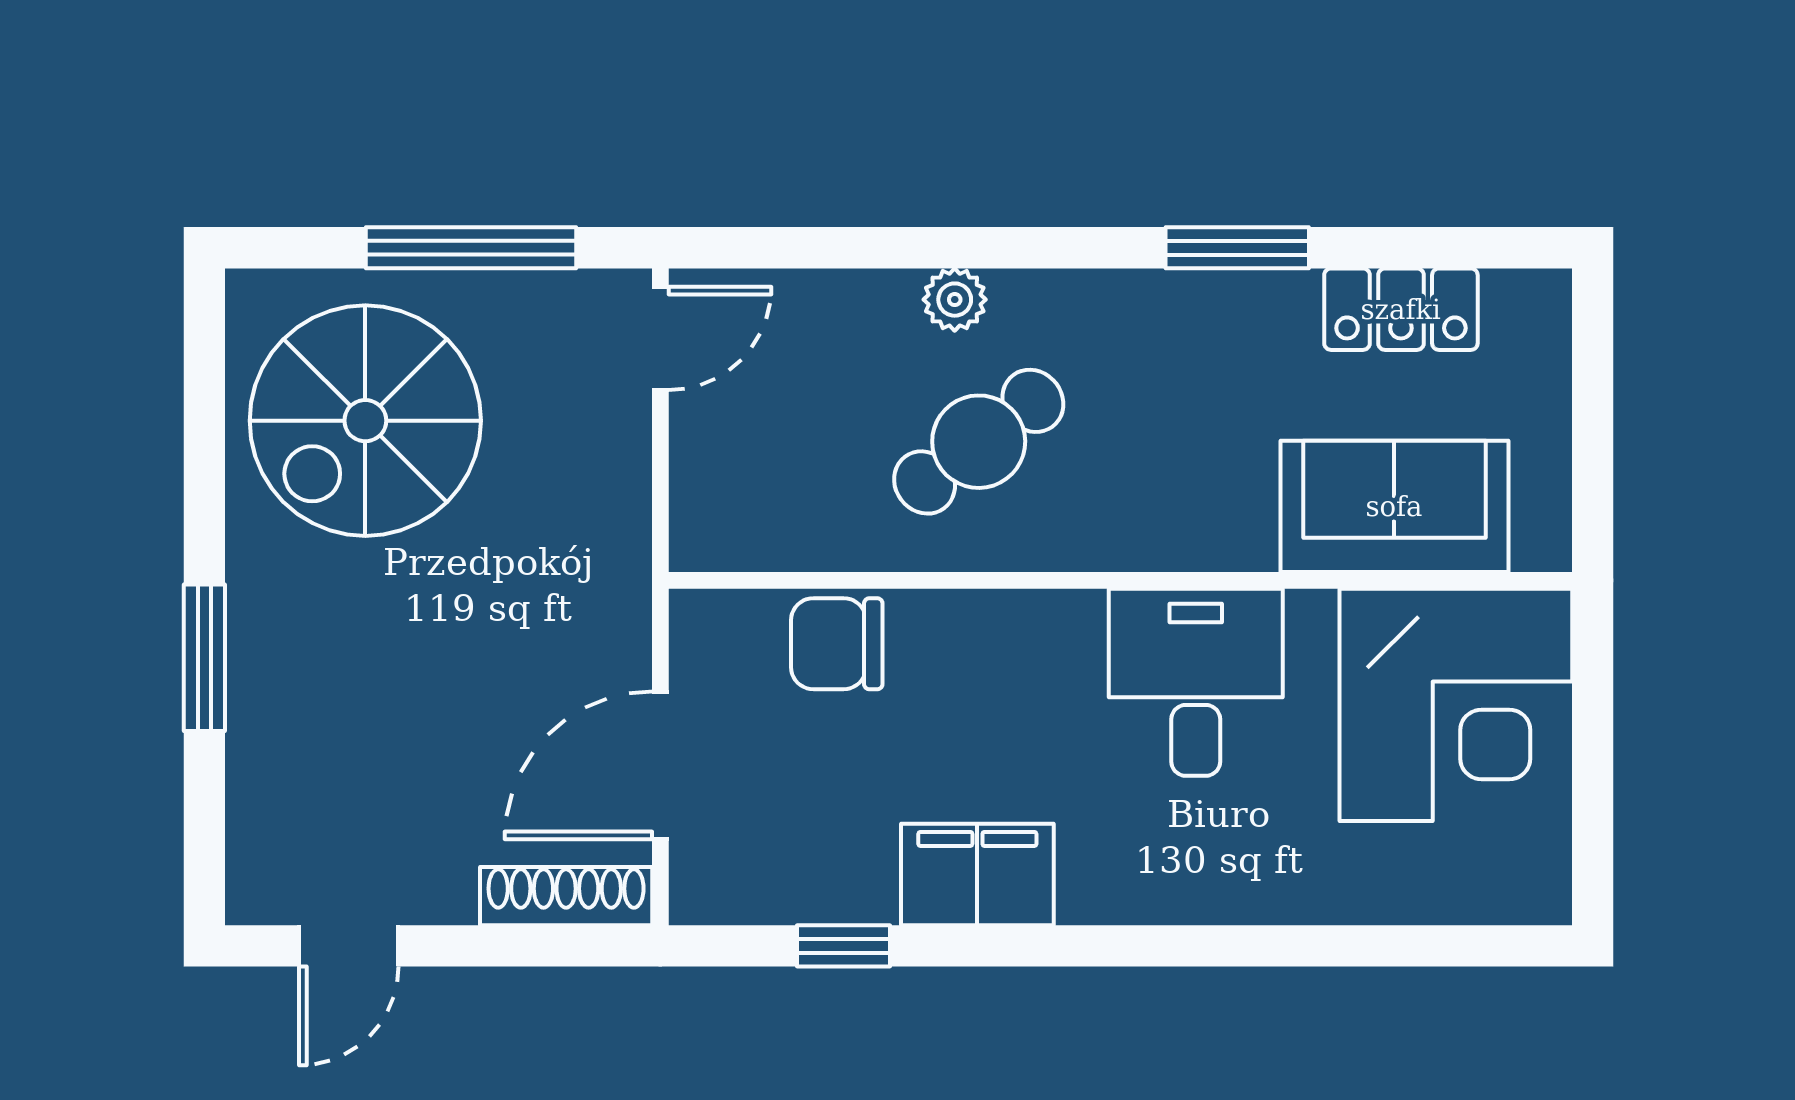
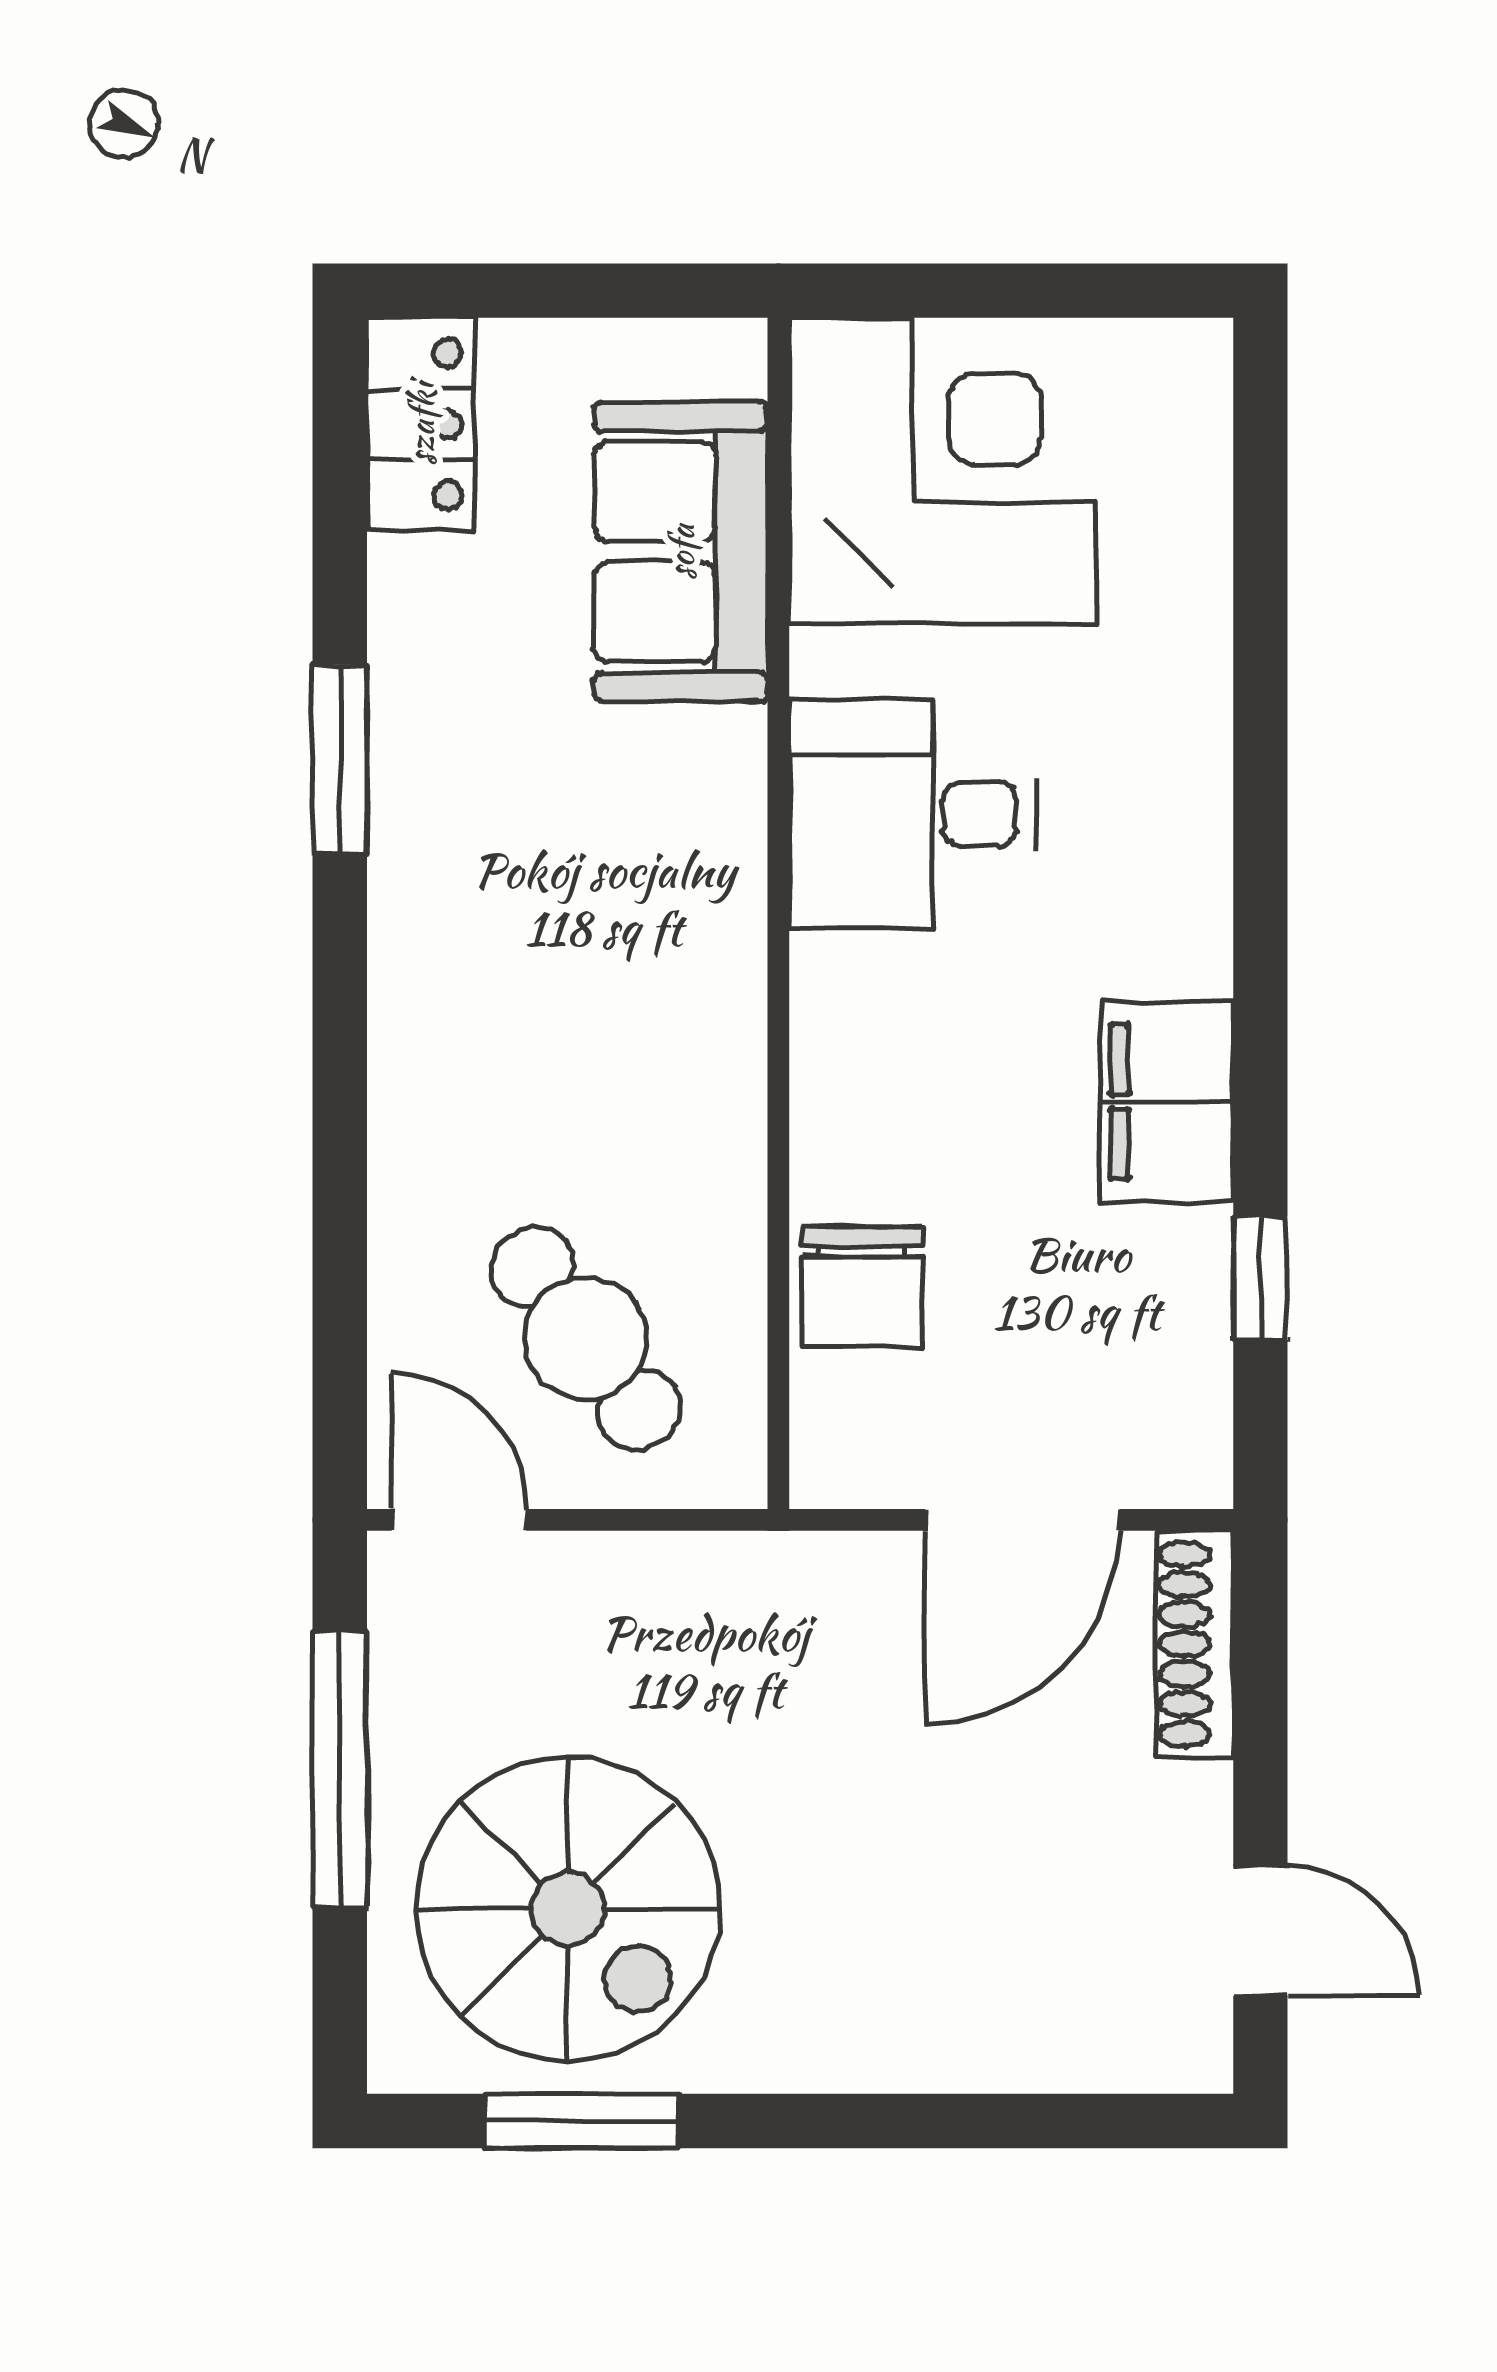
plant: (955, 300) -> (408, 1132), removed
locker: (1401, 309) -> (421, 424), moved
cafe table: (979, 442) -> (586, 1338), moved
window: (204, 658) -> (581, 2121), moved
door: (660, 765) -> (1022, 1520), hinge flipped

